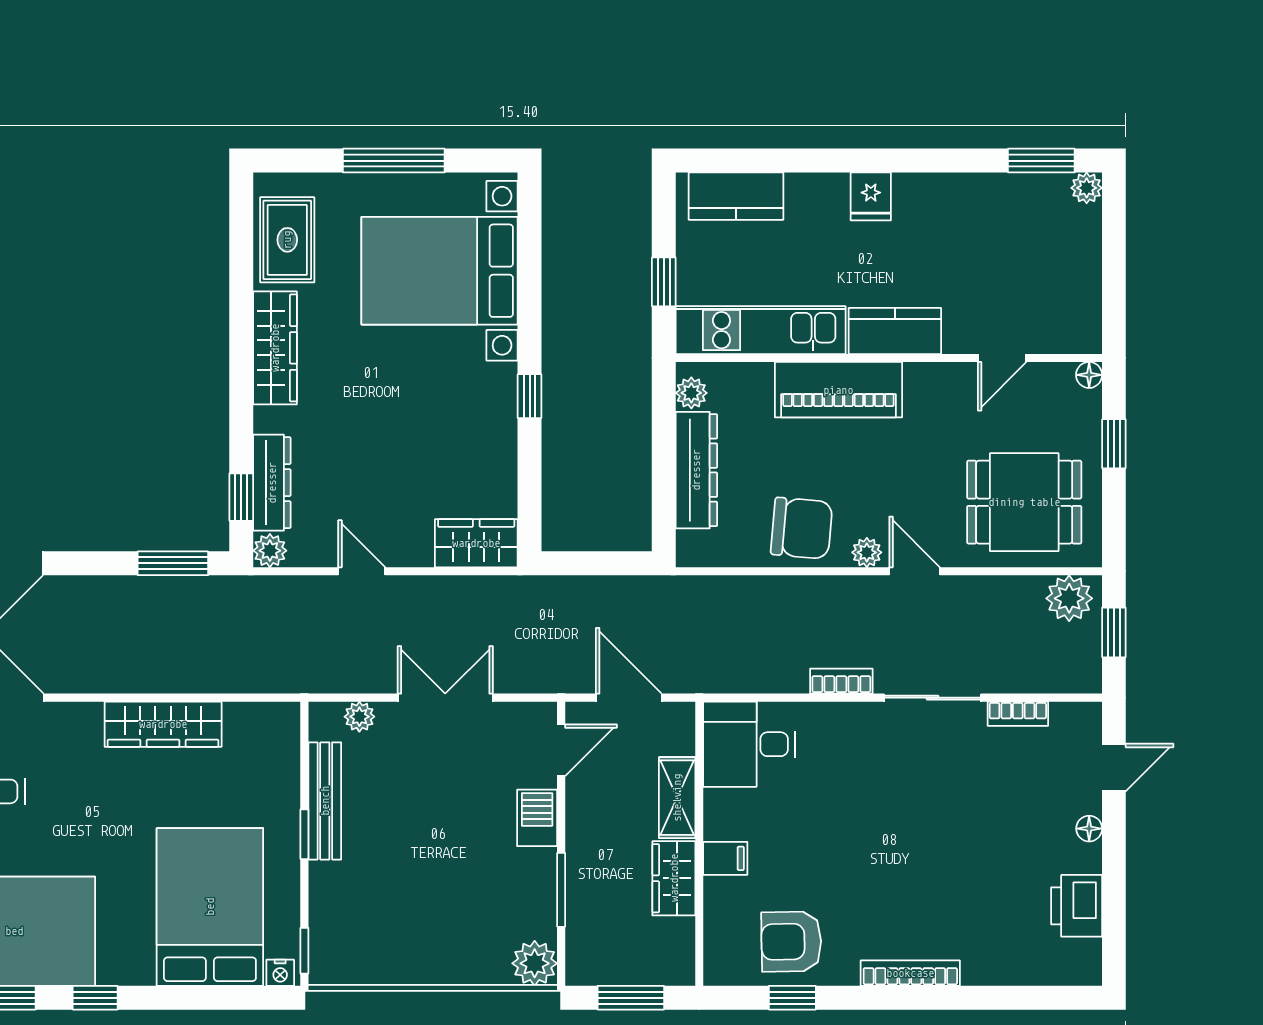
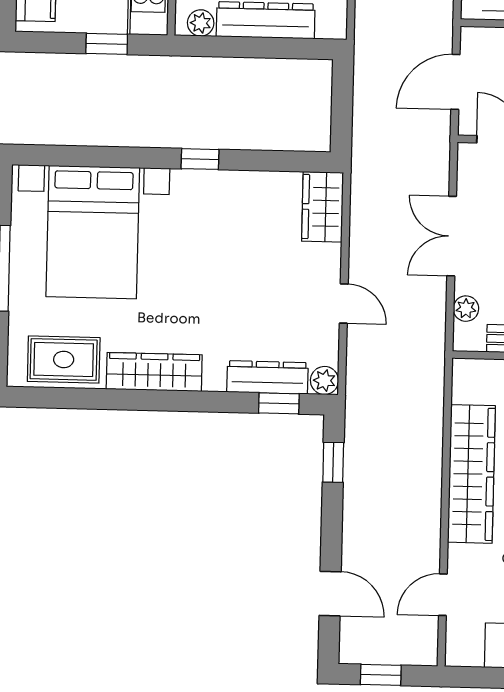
window: (173, 563) -> (333, 462), width x0.67
door: (362, 571) -> (344, 304), swing flipped
wardrobe: (163, 724) -> (471, 474), width x1.40, depth x1.17

